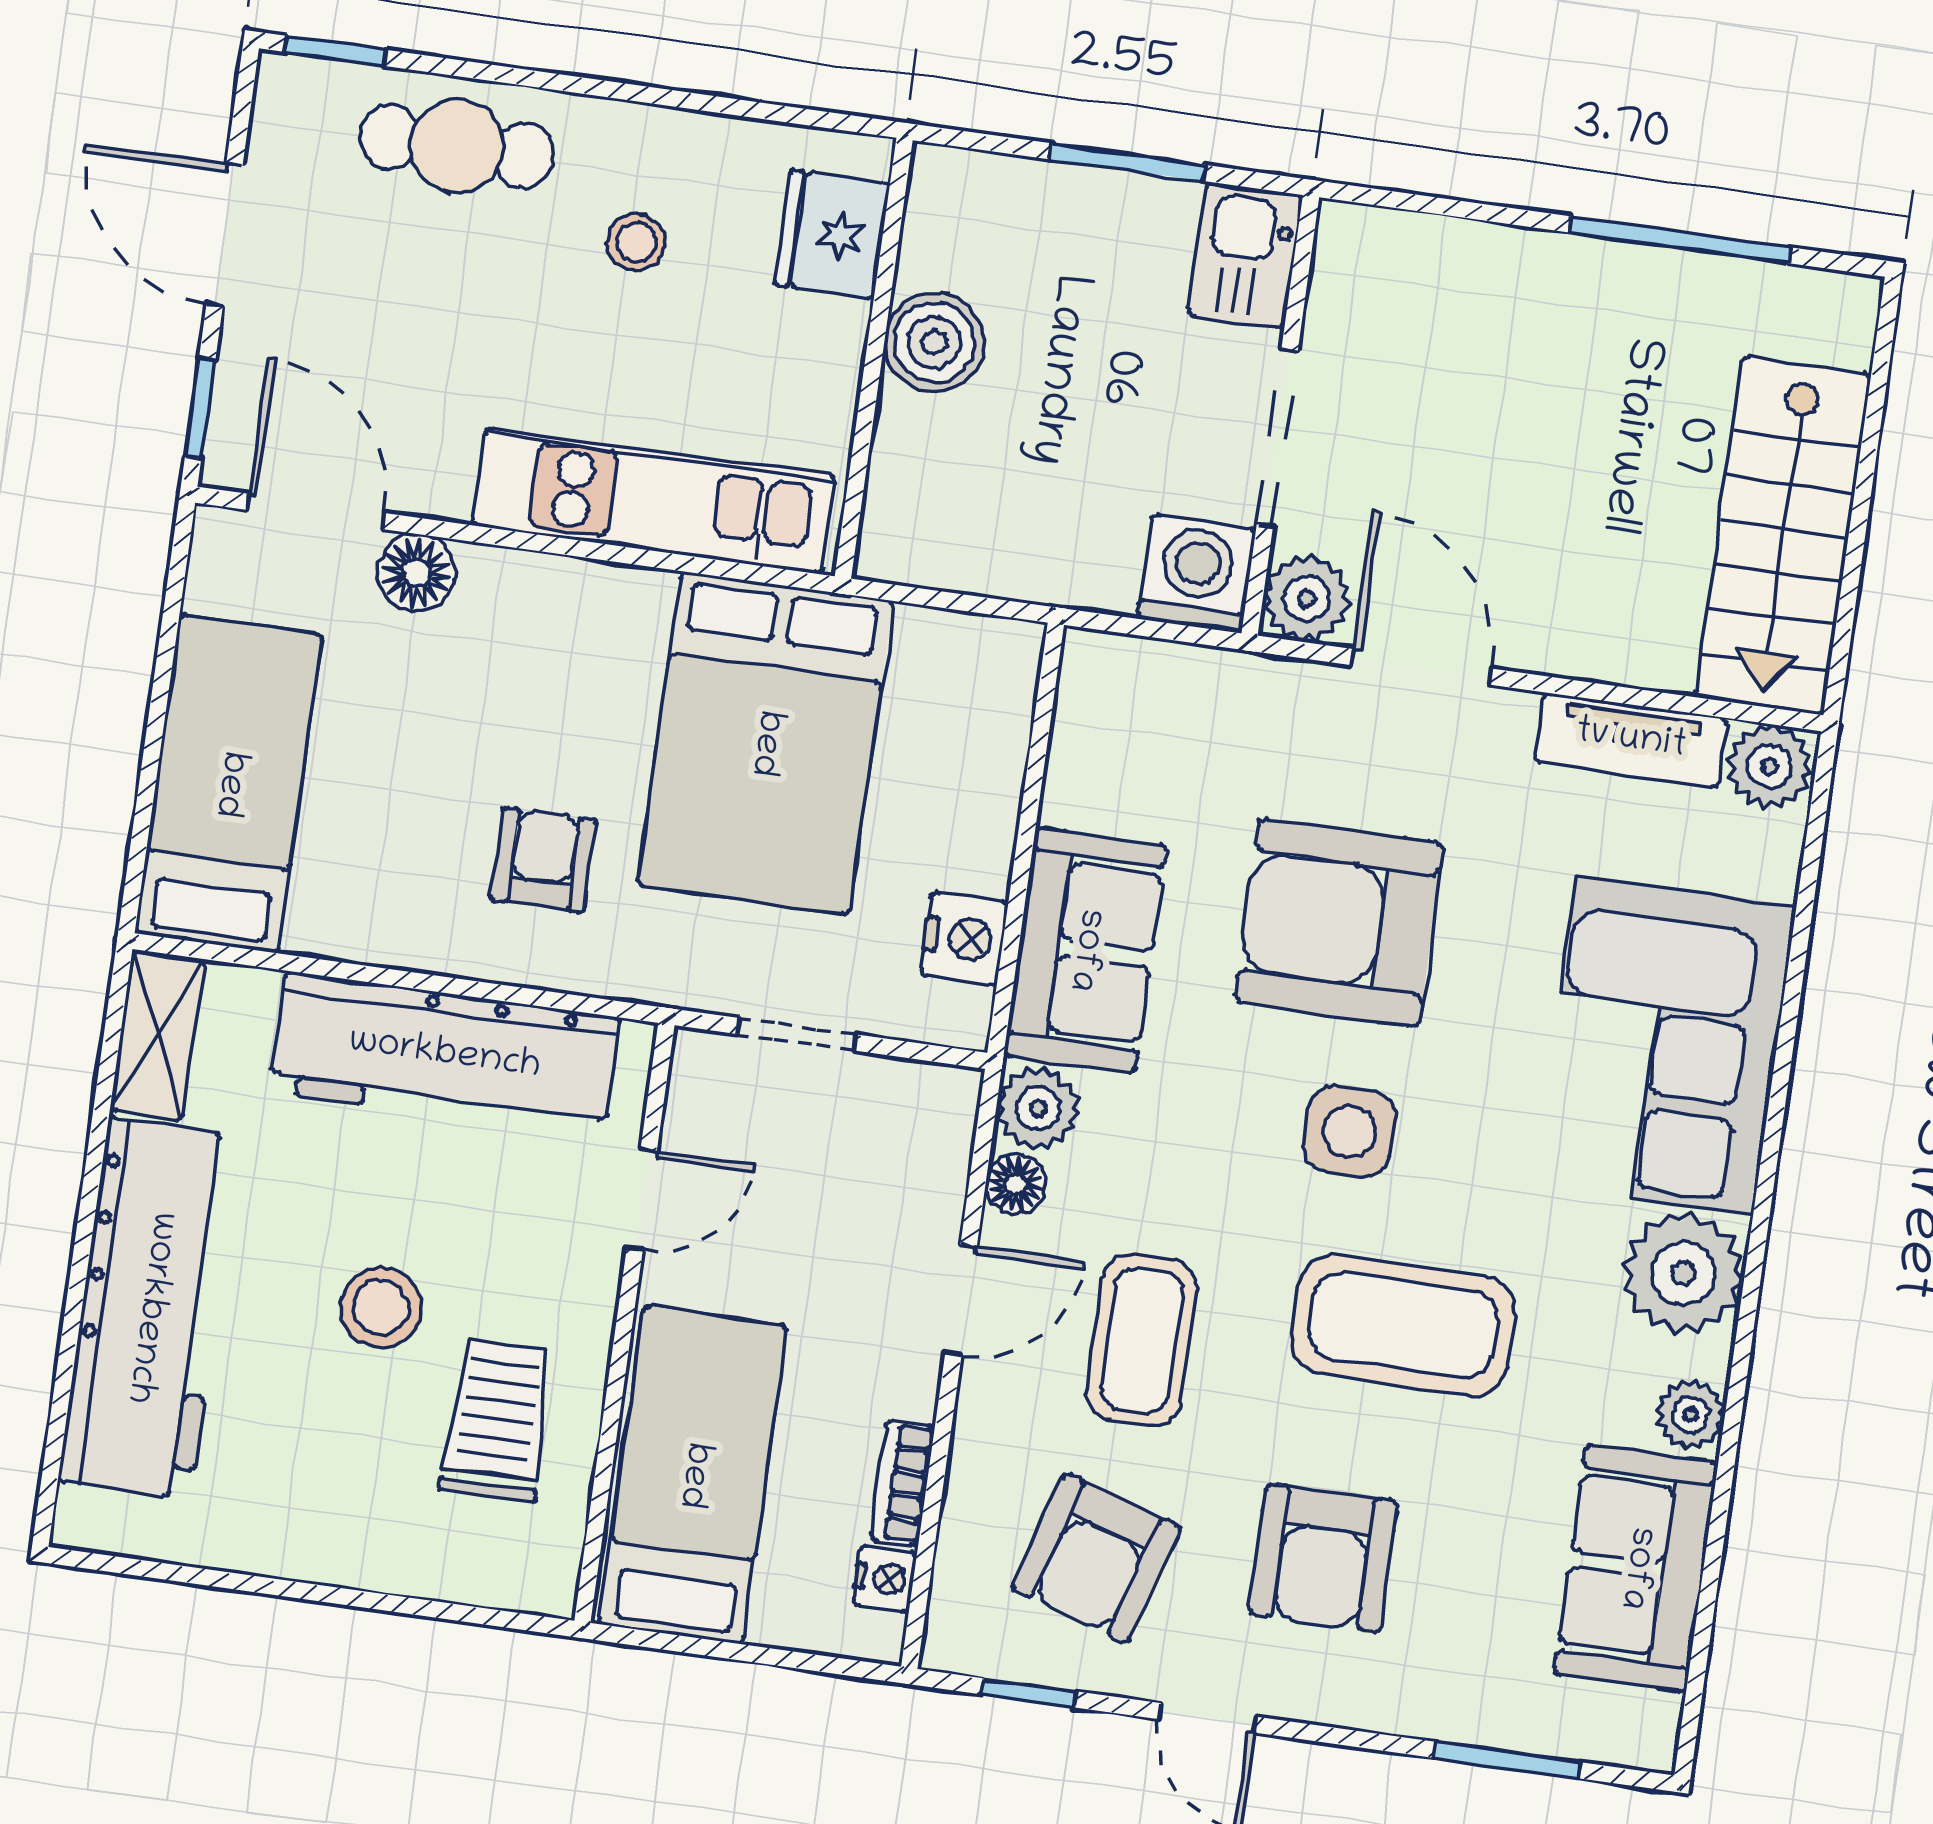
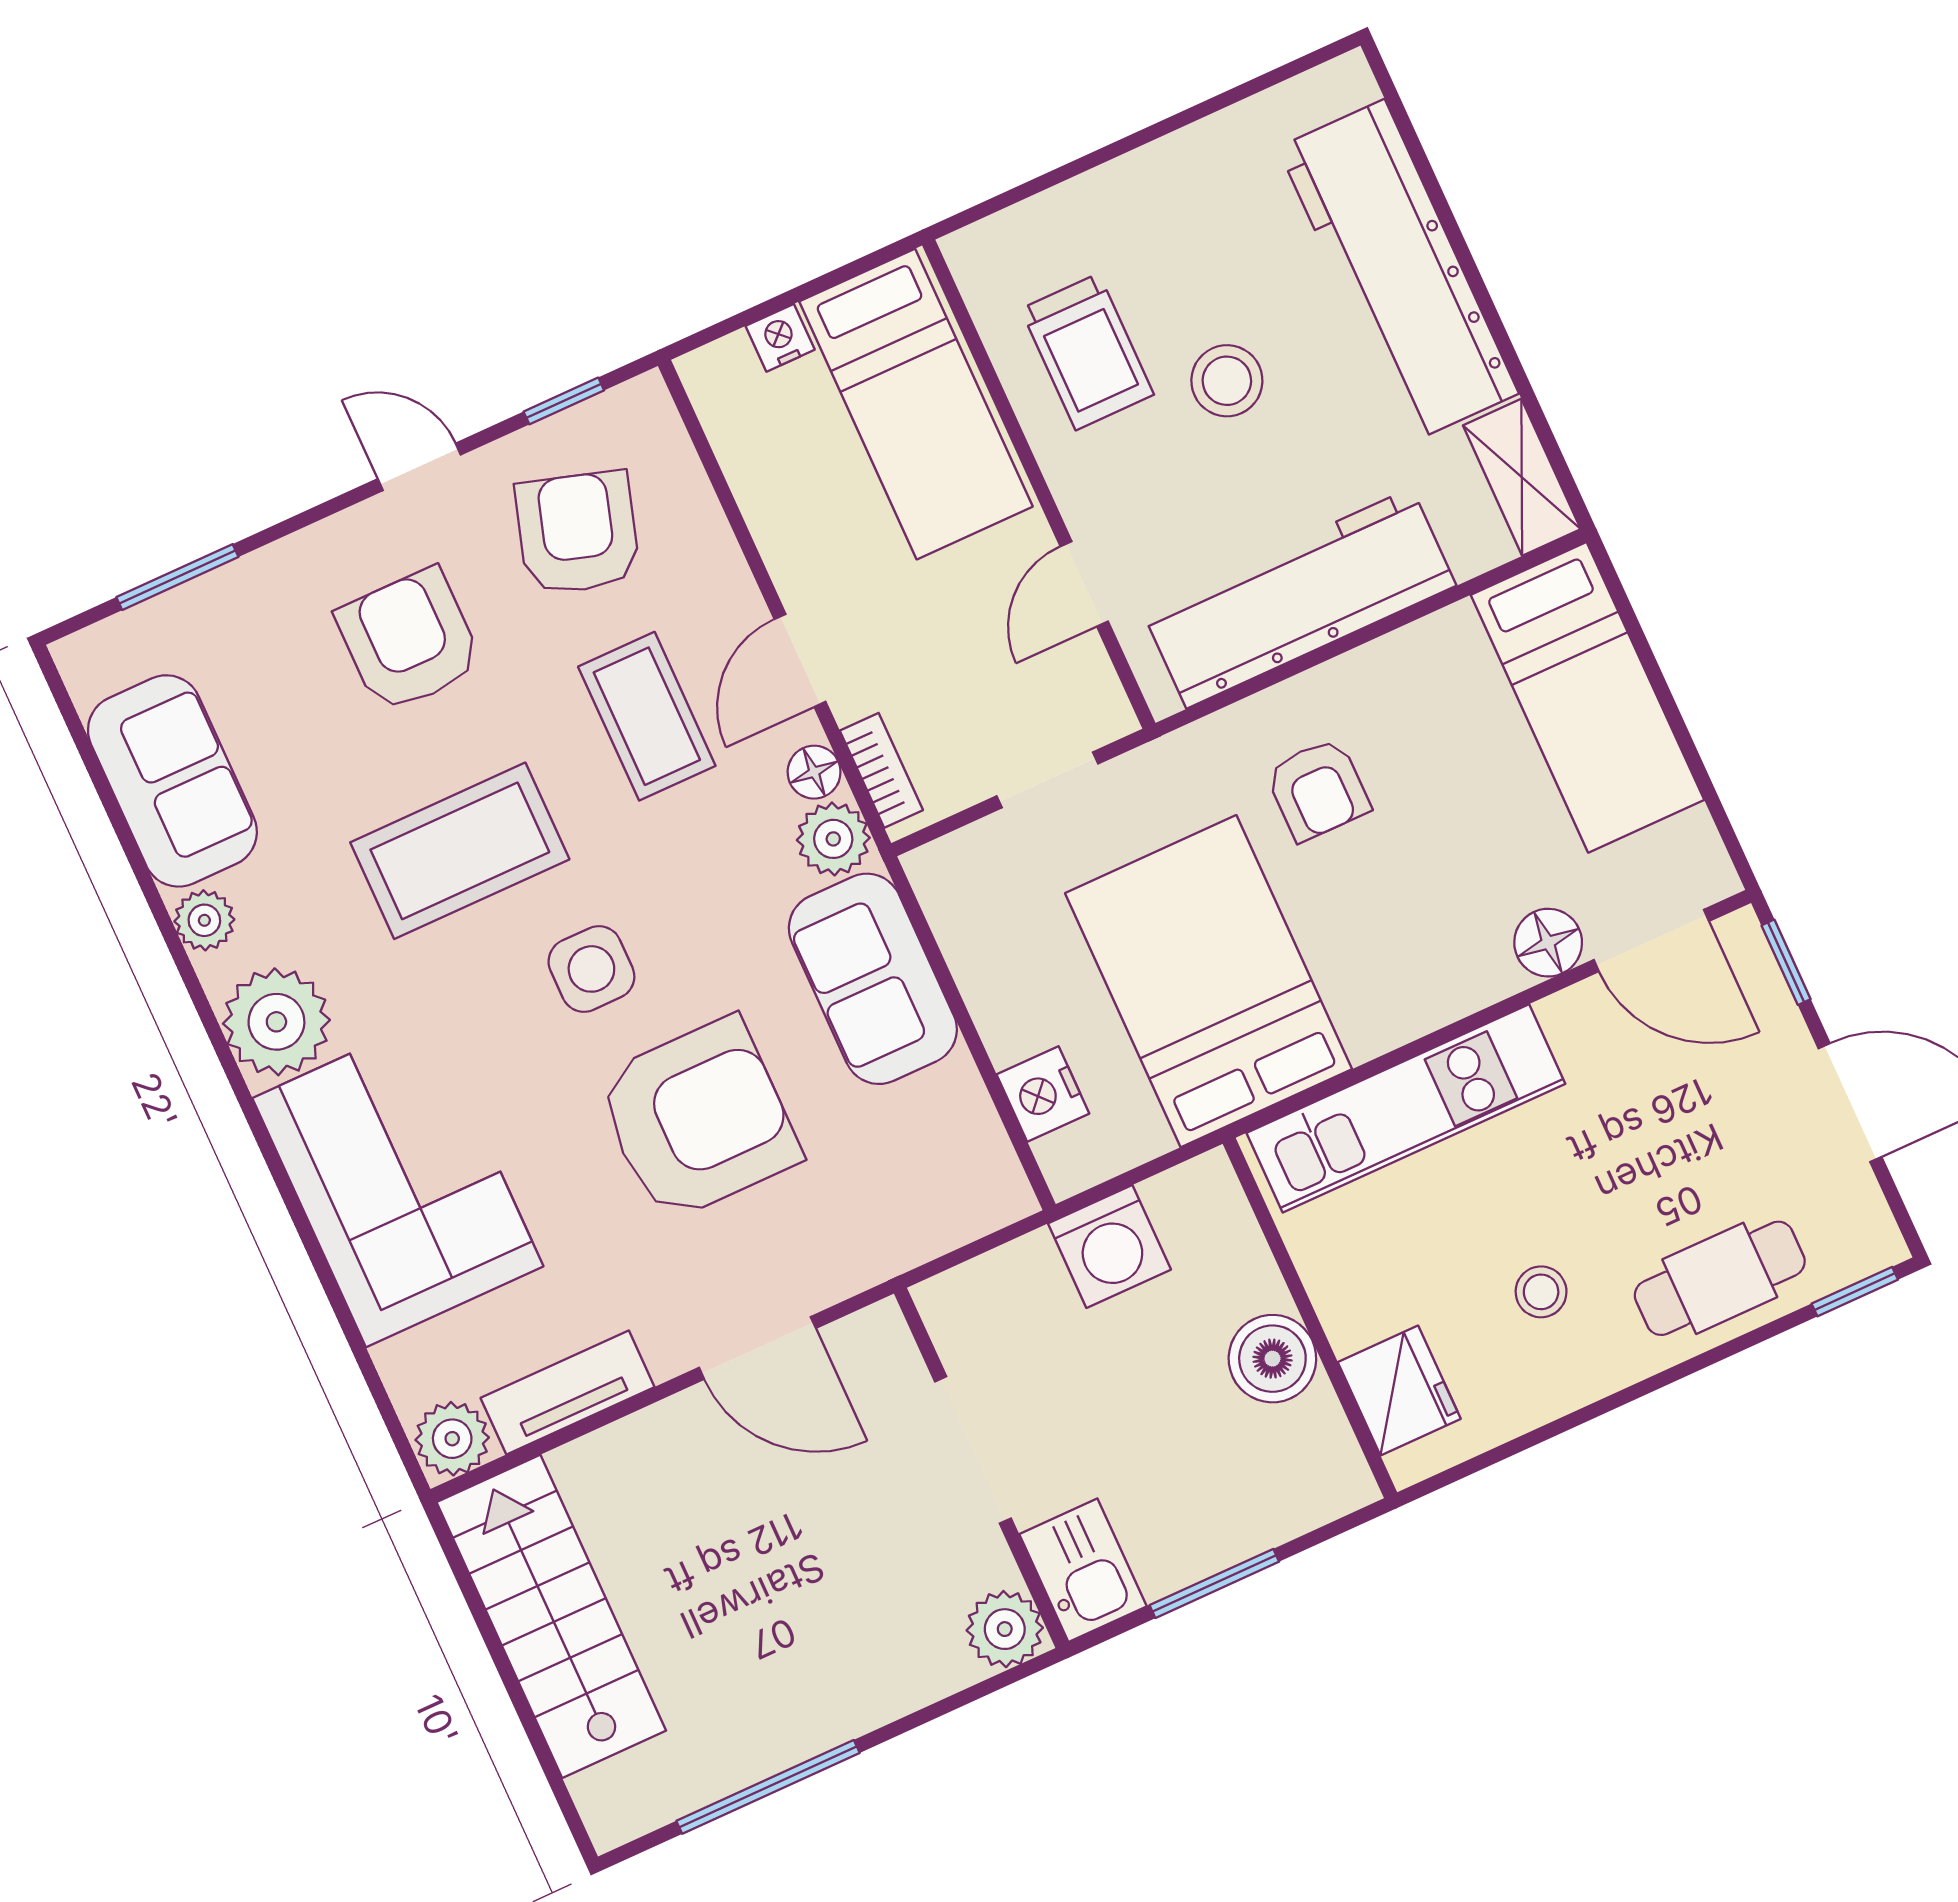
washing machine: (1197, 574) -> (1109, 1246), moved
plant: (1307, 599) -> (1005, 1629), moved
nightstand: (964, 938) -> (1043, 1094), moved
bookcase: (903, 1483) -> (881, 770), moved
nightstand: (885, 1579) -> (780, 338), moved, turned 90

